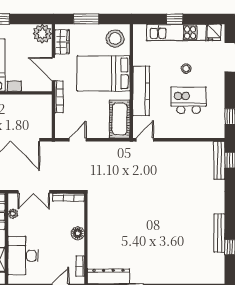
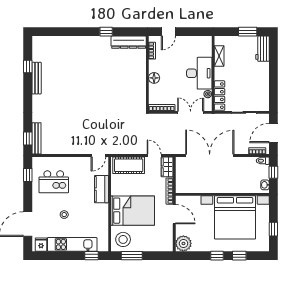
window: (86, 19) -> (132, 256), moved
window: (175, 19) -> (92, 256), moved
wardrobe: (62, 42) -> (167, 167), moved
kitchen counter: (141, 91) -> (101, 189), width x0.67
kitchen island: (189, 100) -> (54, 182), moved
cot: (120, 119) -> (129, 165), moved, turned 90
door: (78, 140) -> (154, 156), swing flipped
desk: (23, 256) -> (199, 73), moved

